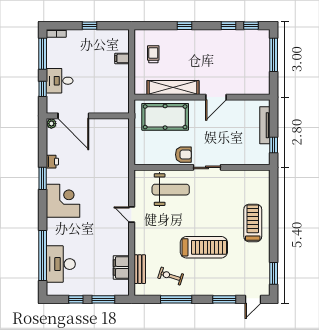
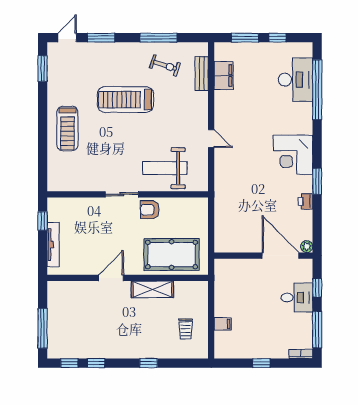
shelving: (173, 88) -> (152, 289), width x0.68

